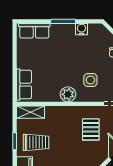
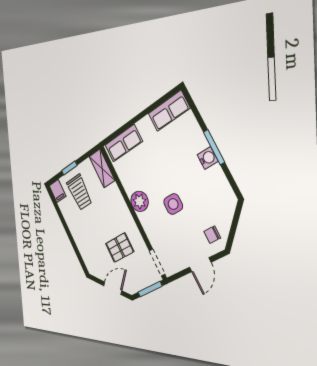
water cooler: (81, 29) -> (208, 158), moved
row of seats: (34, 31) -> (169, 111), moved, turned -90
side table: (90, 80) -> (173, 204), moved

